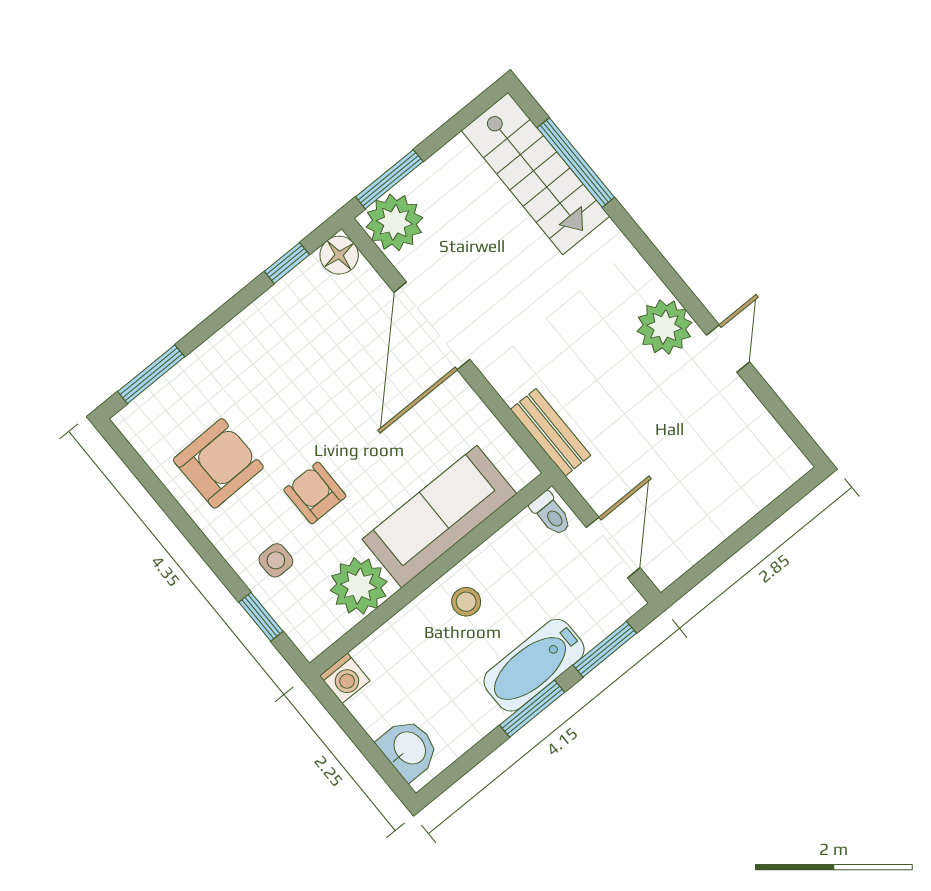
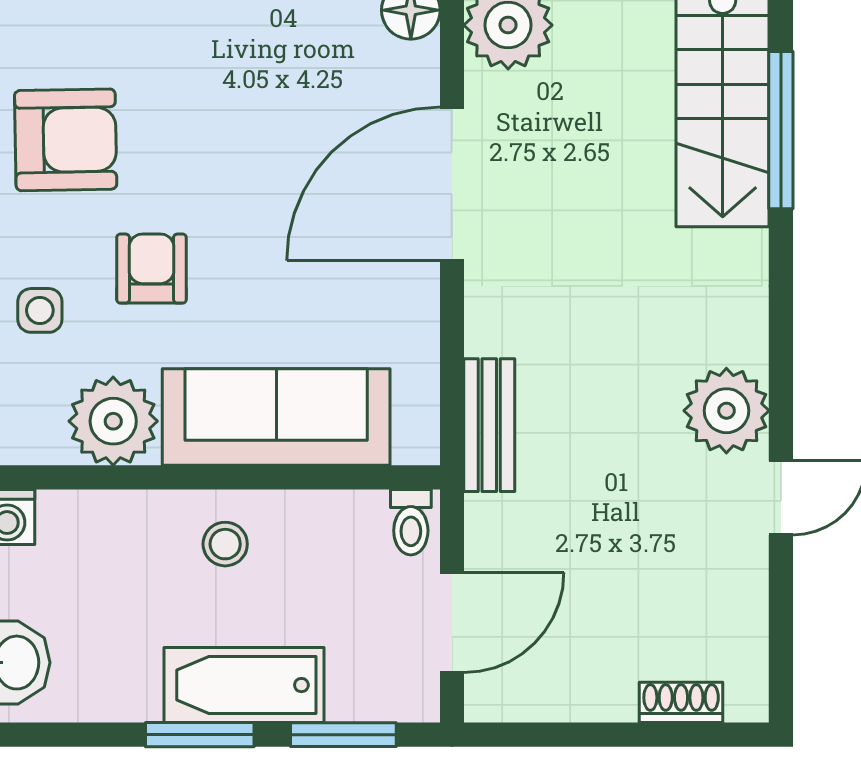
shoe rack: (762, 493) -> (681, 702), added

